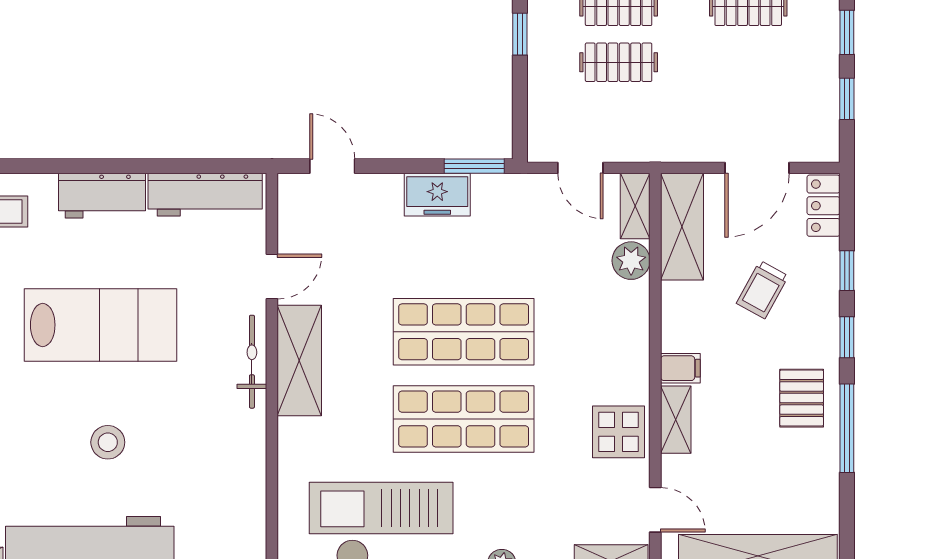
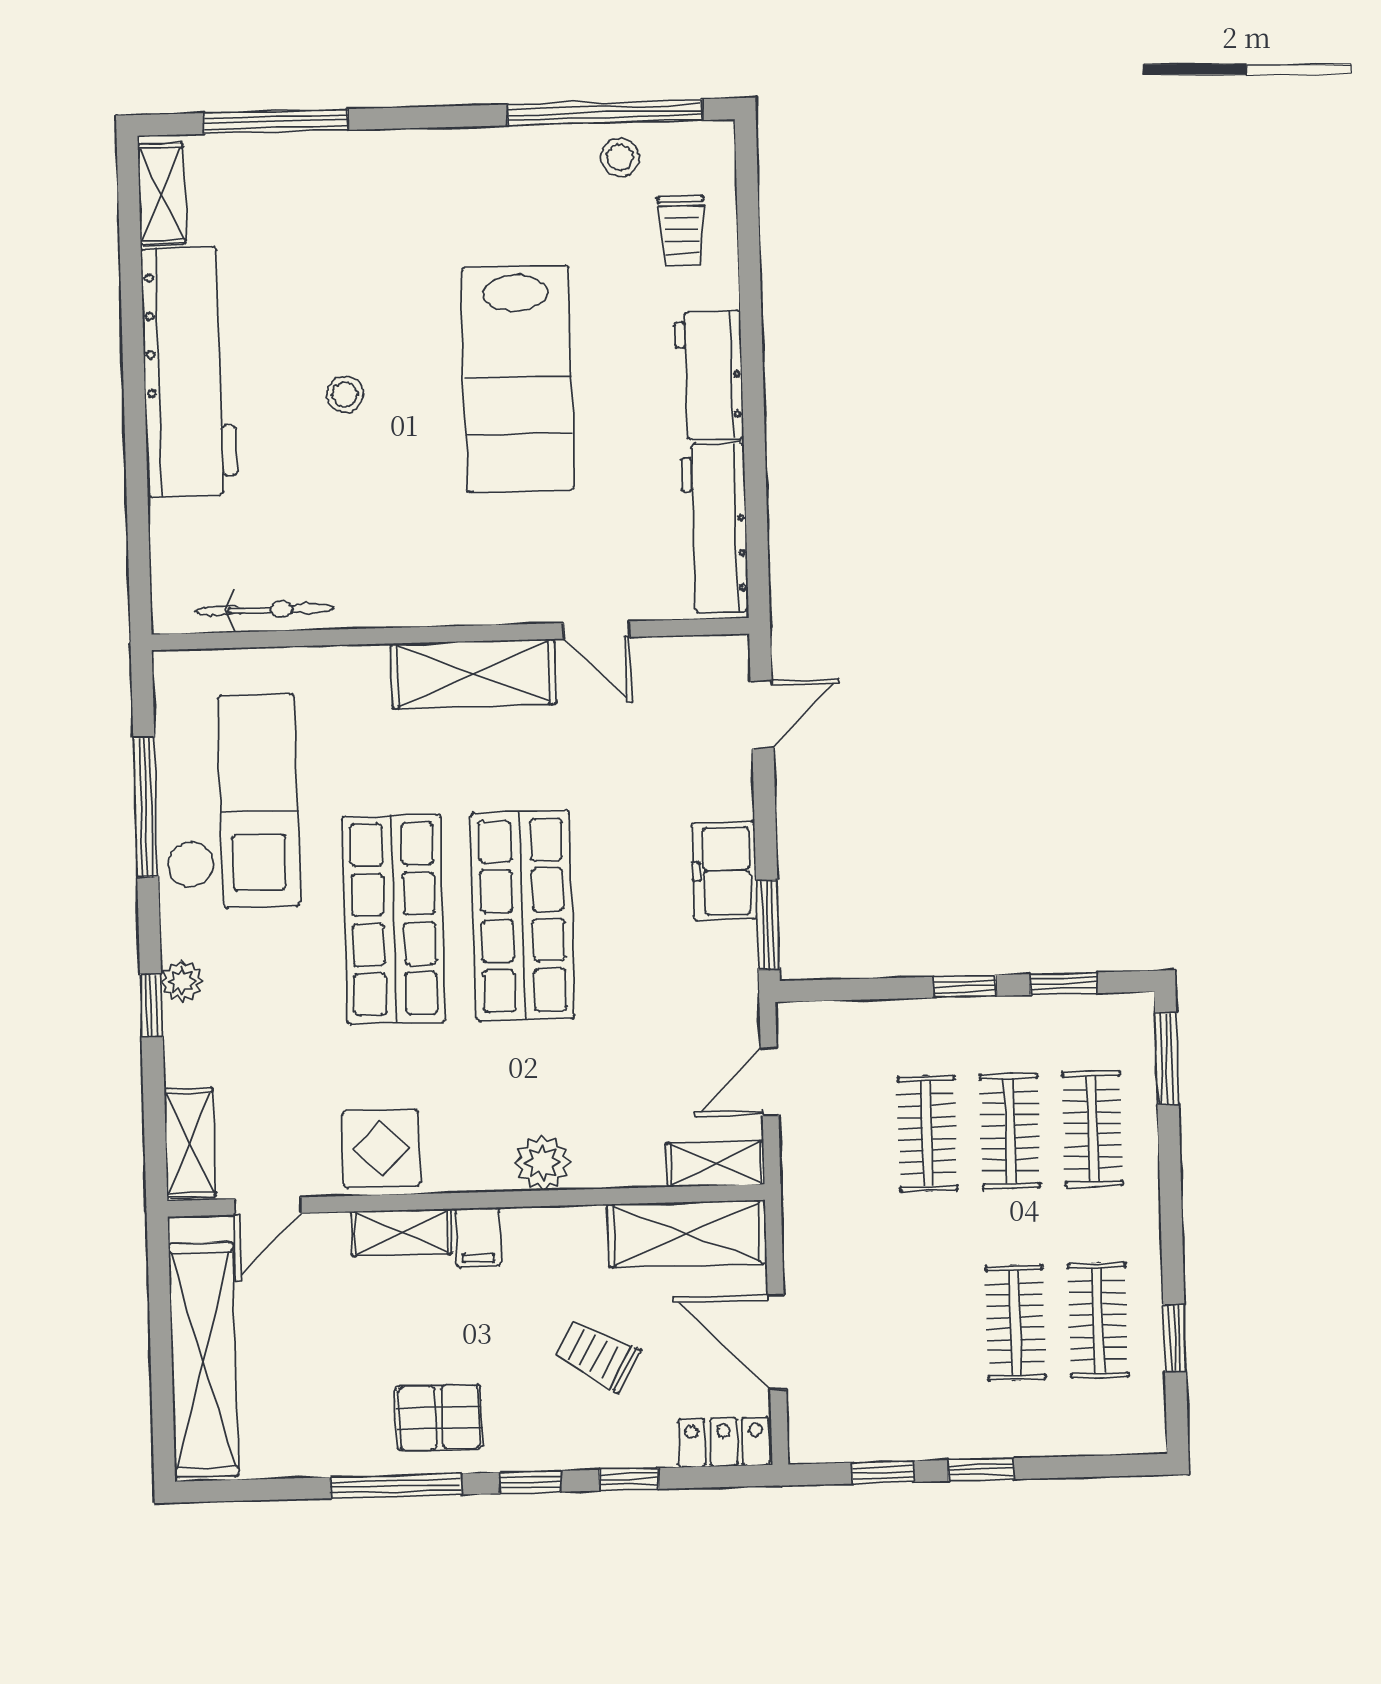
plant: (631, 261) -> (543, 1163), moved
bicycle: (252, 362) -> (265, 610), moved
stool: (108, 442) -> (345, 394), width x0.73, depth x0.73

